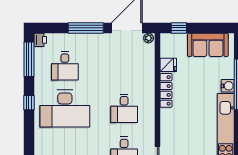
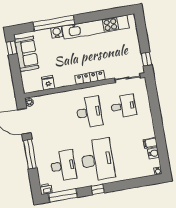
window: (179, 28) -> (12, 48), moved
desk: (65, 66) -> (63, 166), width x1.37
locker: (166, 90) -> (90, 78), moved
desk: (124, 108) -> (89, 112), width x1.37

